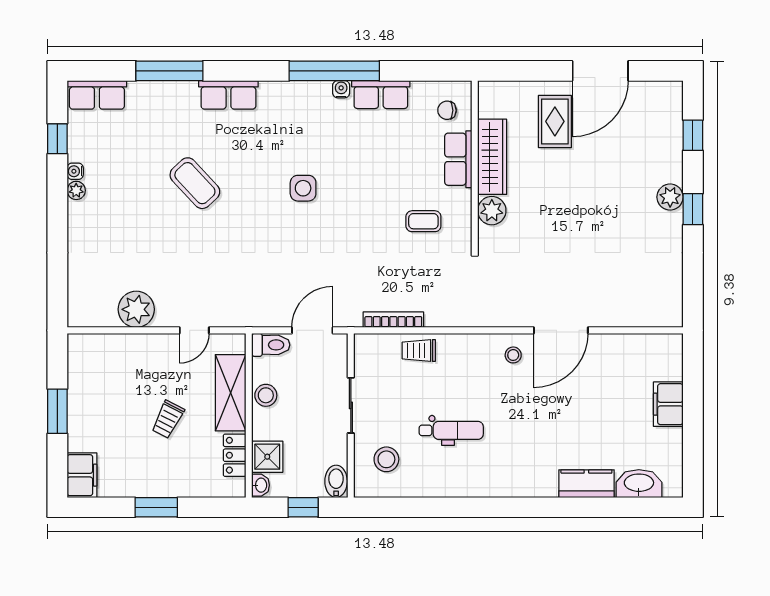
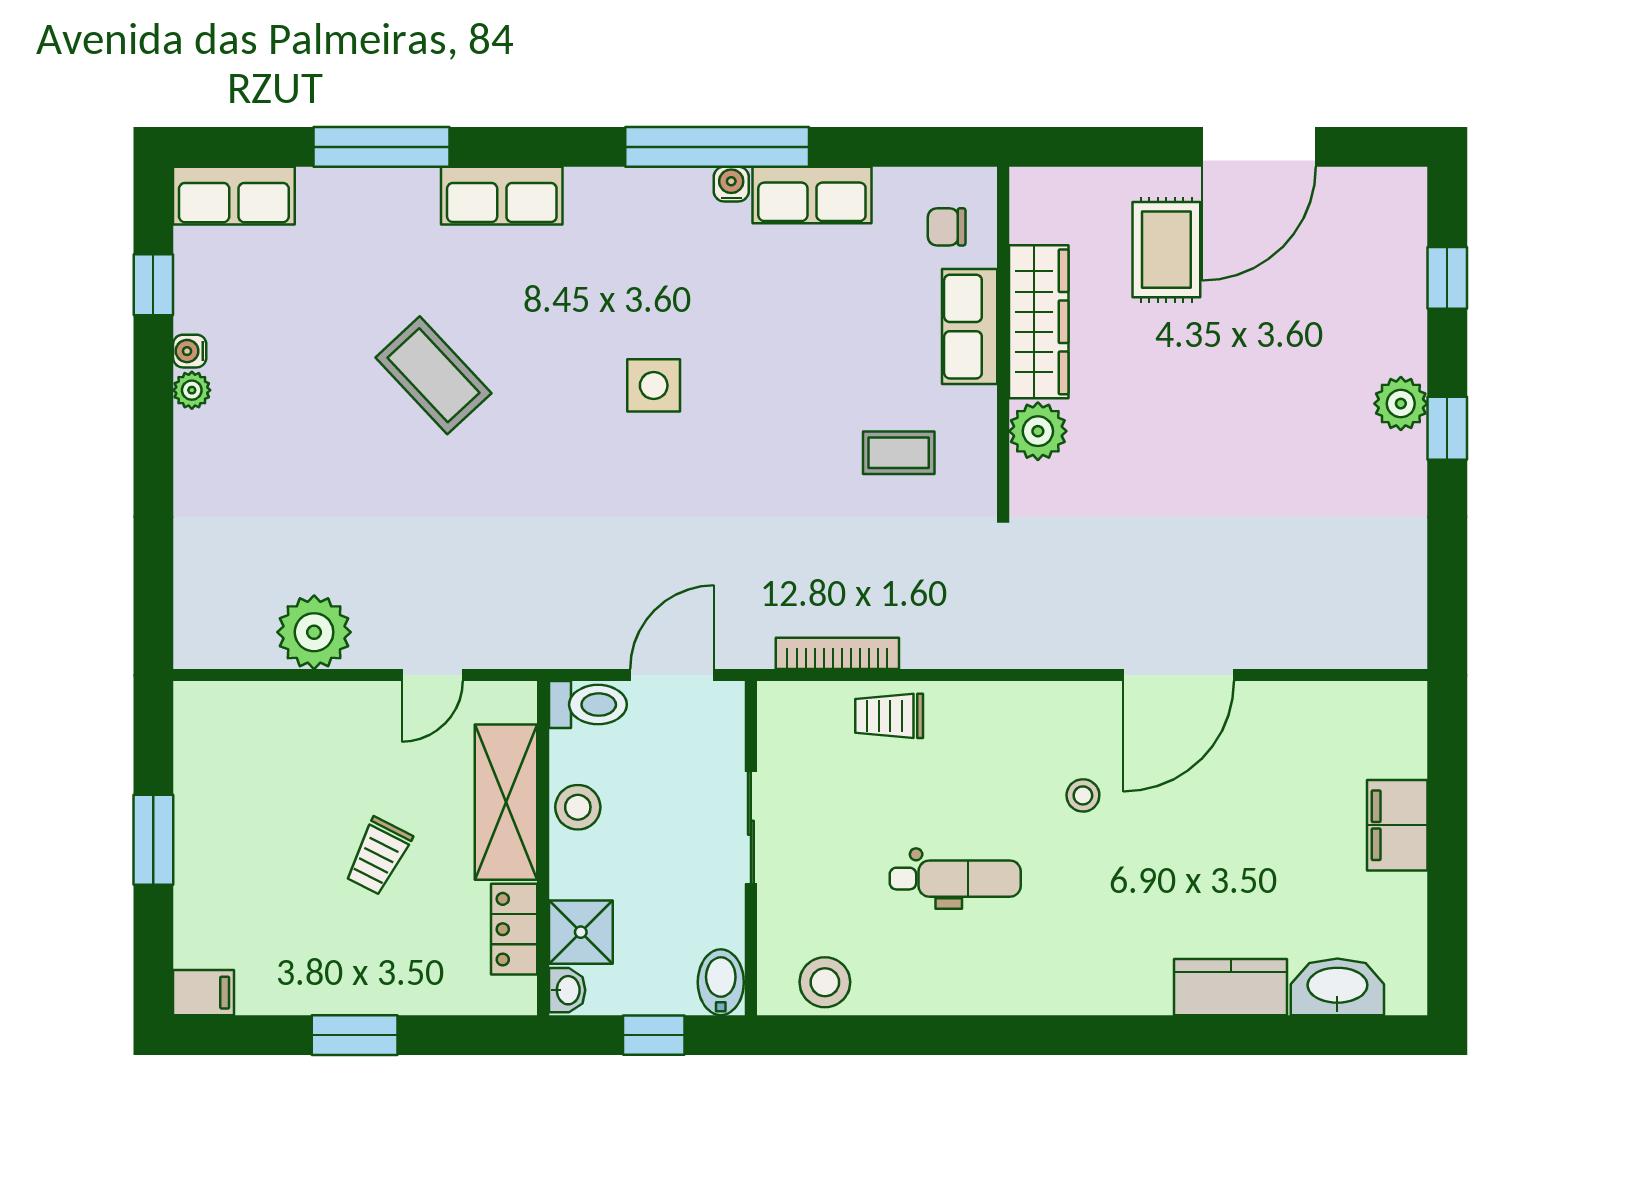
stool: (513, 355) -> (1083, 795), moved
stool: (386, 459) -> (825, 982), moved
filing cabinet: (82, 475) -> (203, 993), width x0.50

